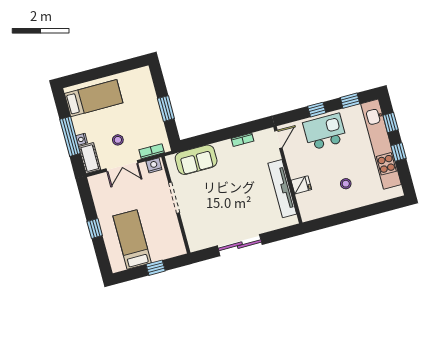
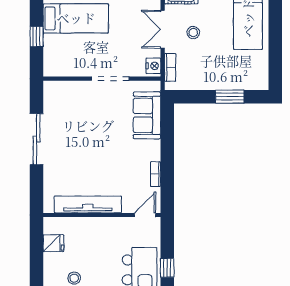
window: (166, 109) -> (230, 97), moved
door: (278, 139) -> (145, 215), swing flipped
fridge: (301, 185) -> (53, 243), moved, turned -90

